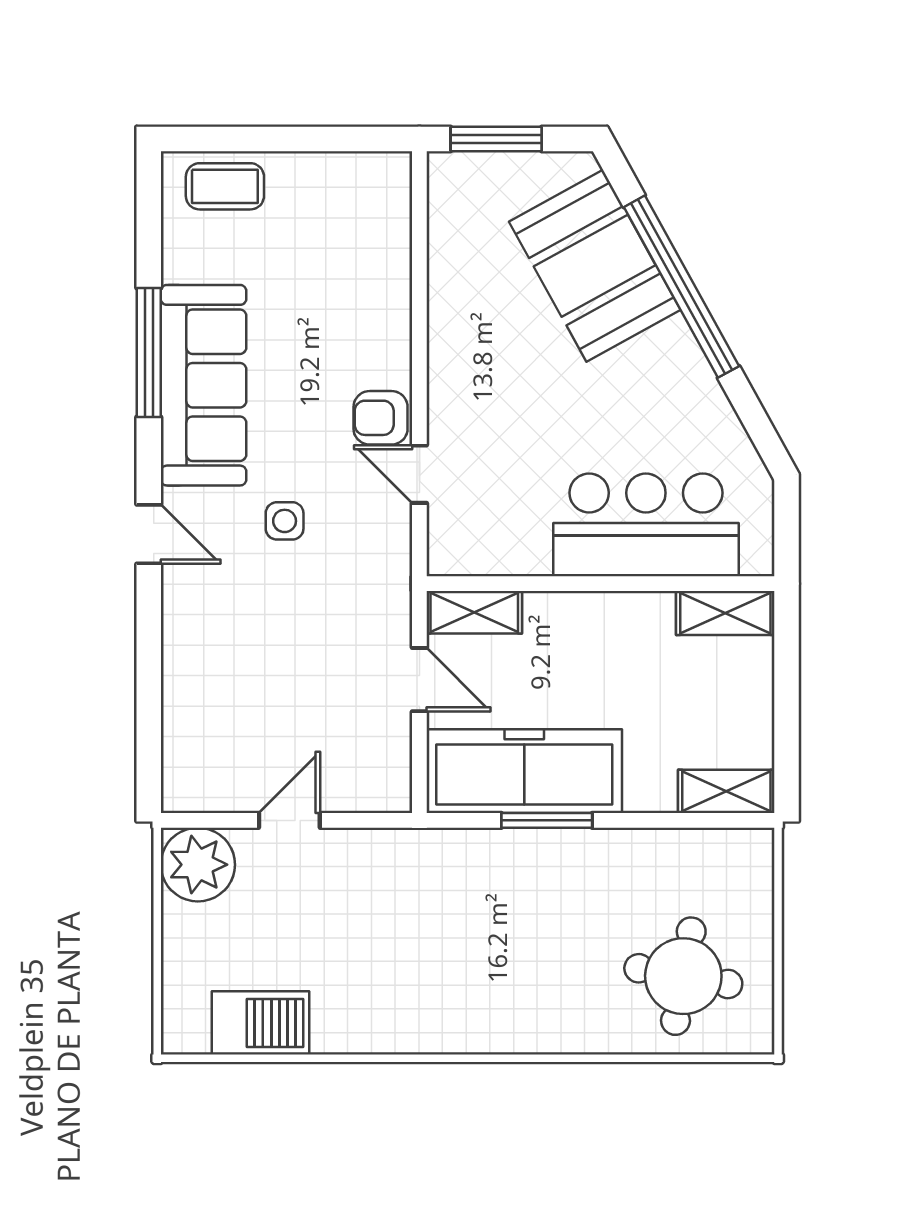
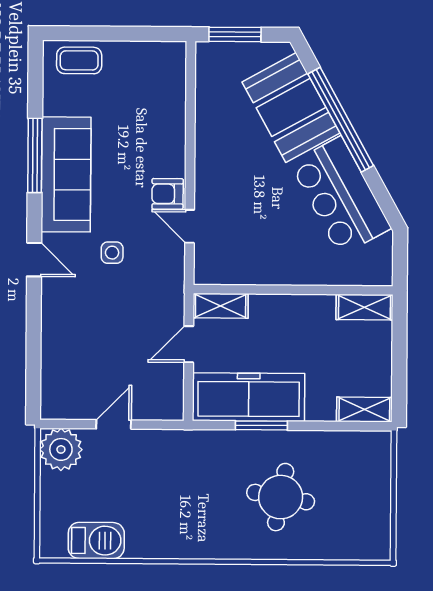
bar counter: (646, 525) -> (341, 196), moved, turned -119
door: (419, 680) -> (189, 344), swing flipped
round table: (683, 976) -> (281, 497), moved

